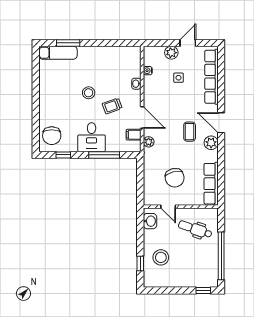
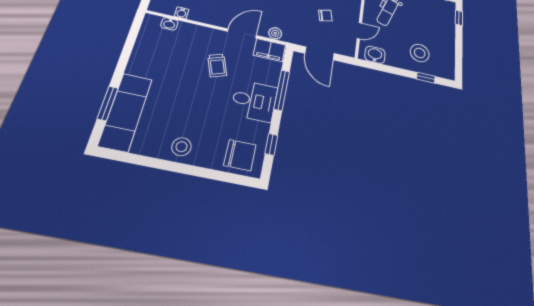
exam couch: (58, 53) -> (126, 112), width x1.36, depth x1.45
washbasin: (136, 84) -> (169, 24), moved
stool: (89, 93) -> (182, 147), moved
filing cabinet: (134, 135) -> (269, 50), width x2.00
door: (140, 178) -> (319, 53), added
chair: (175, 178) -> (325, 16), width x0.54, depth x0.54

